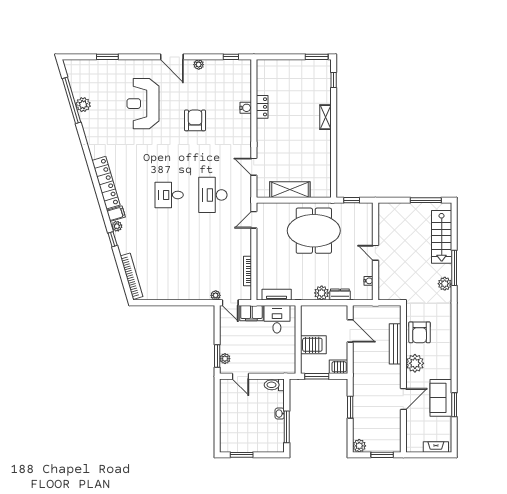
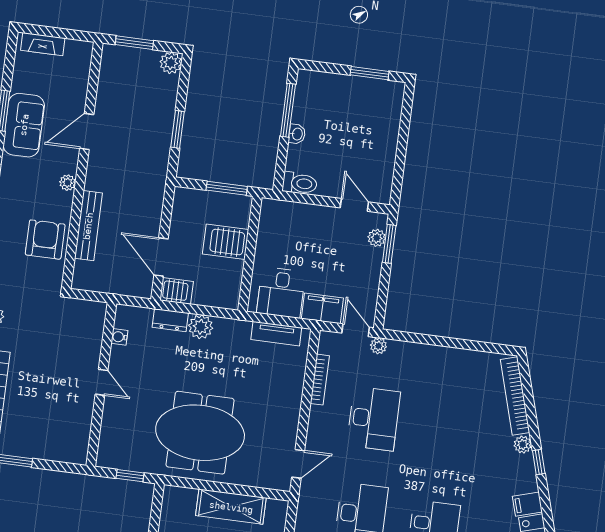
plant: (117, 226) -> (523, 445), moved
desk: (213, 252) -> (374, 419), added
plant: (415, 363) -> (68, 183), width x0.53, depth x0.53
server rack: (338, 367) -> (177, 291), moved

